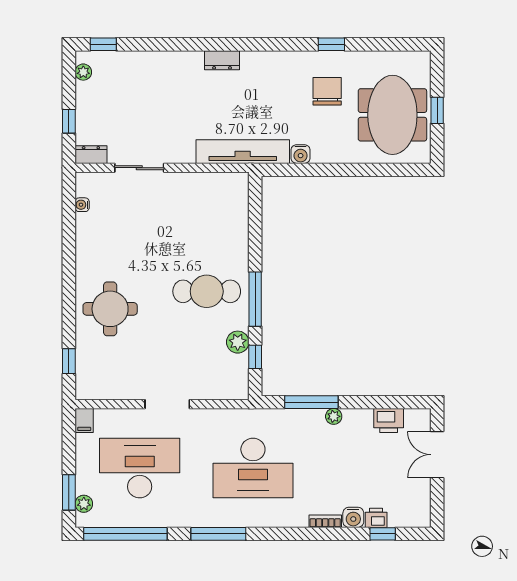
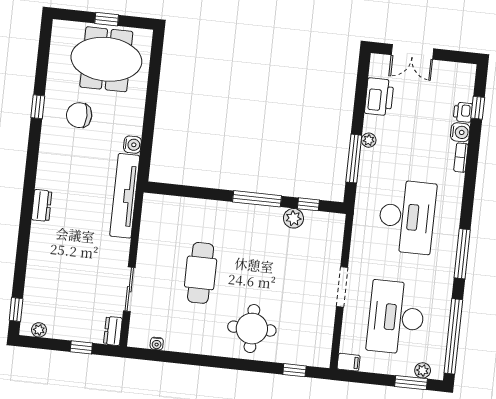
cafe table: (207, 291) -> (201, 273), moved
printer: (389, 421) -> (379, 97), width x1.37, depth x1.19

